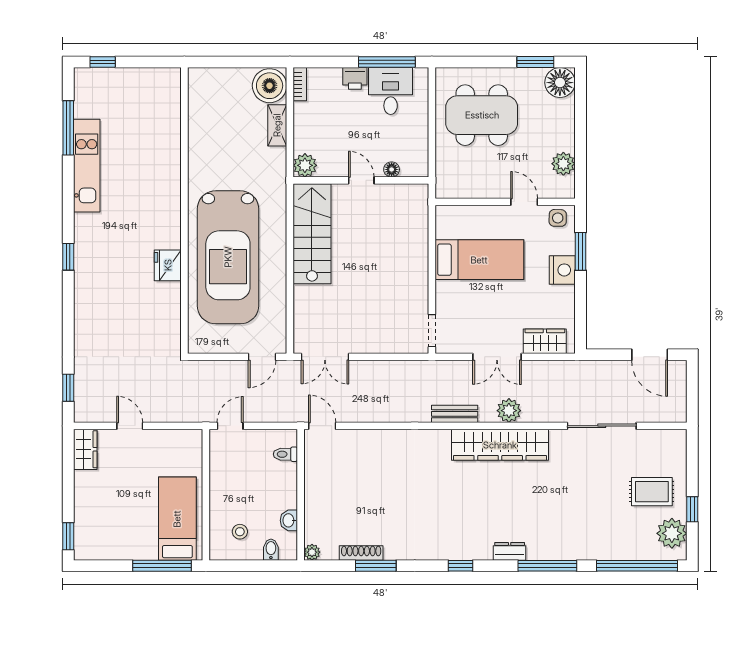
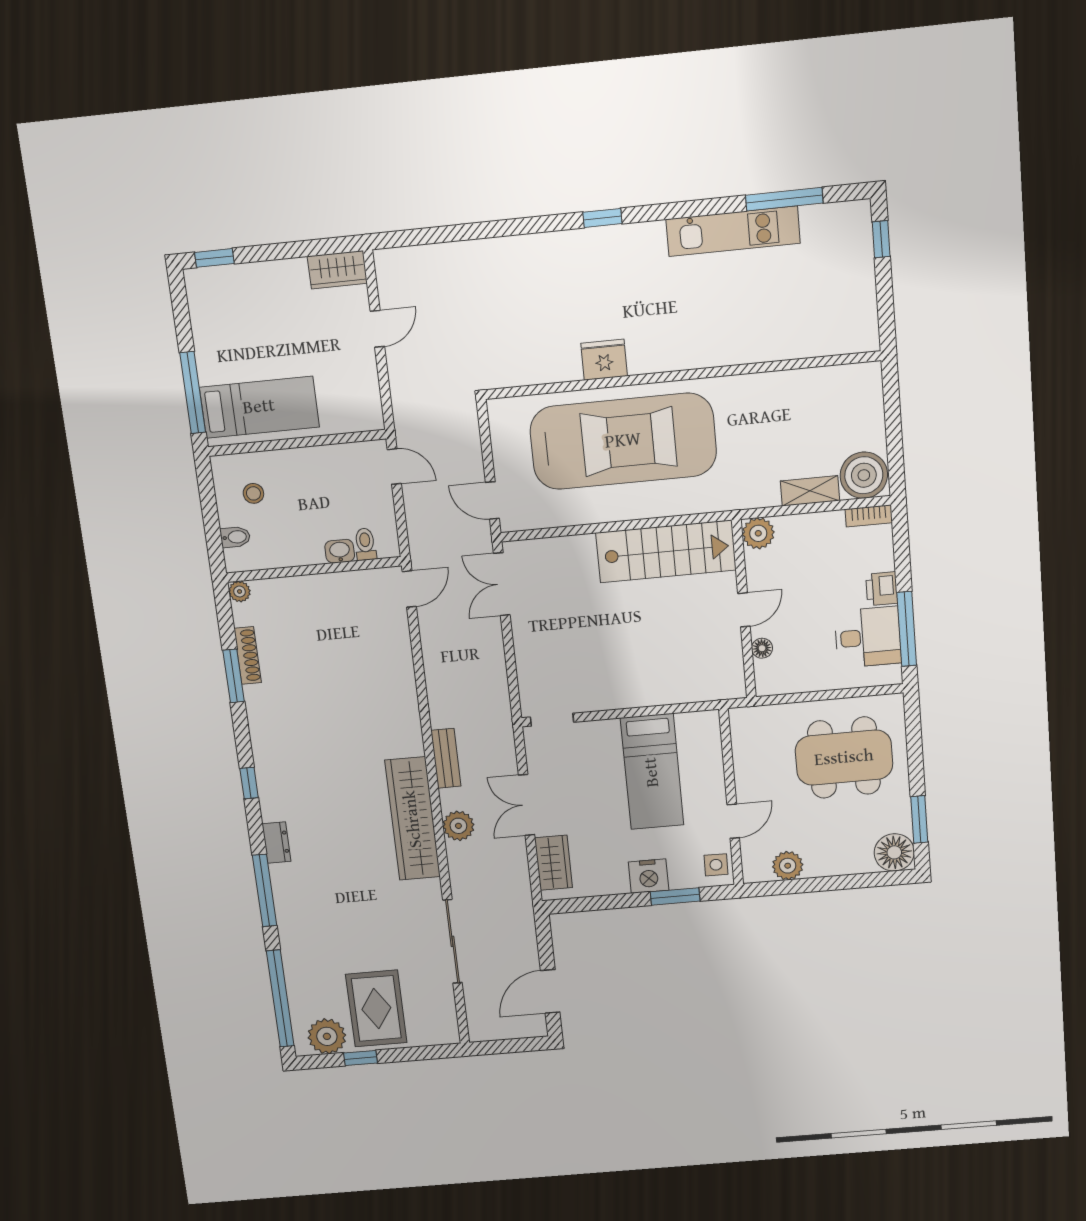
dining table: (482, 115) -> (844, 758), turned 90
car: (228, 257) -> (623, 441), turned 180
window: (68, 388) -> (420, 237), removed
rug: (652, 492) -> (376, 1008), width x1.36, depth x1.43
washbasin: (289, 520) -> (340, 551), moved

